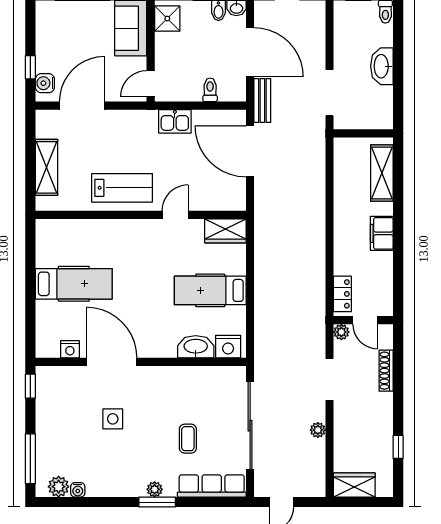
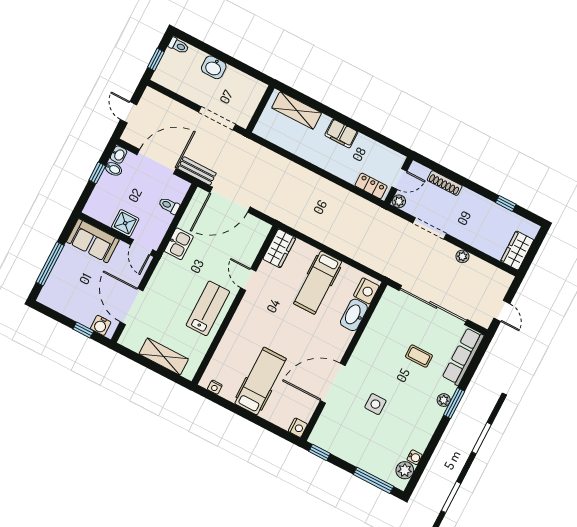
shower: (167, 19) -> (125, 223), moved
washbasin: (382, 66) -> (214, 67), width x0.72
nightstand: (42, 239) -> (215, 387), added
nightstand: (70, 349) -> (298, 428), moved

